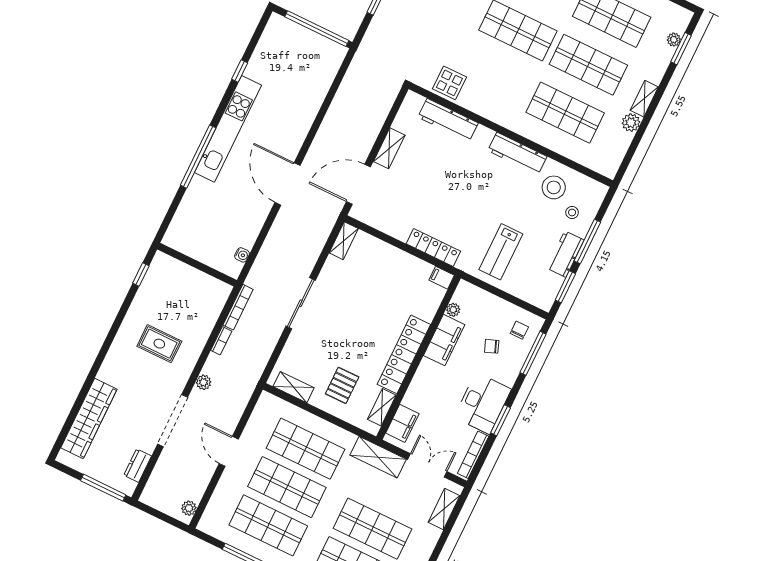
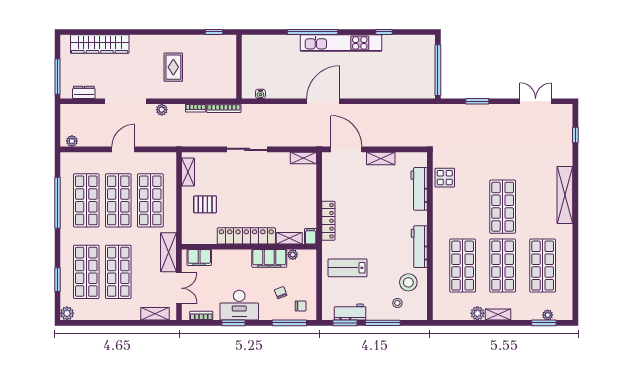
workbench: (565, 254) -> (350, 312), moved
shelving: (382, 407) -> (289, 238), moved
bookcase: (473, 455) -> (201, 316), width x0.64

